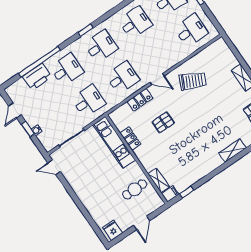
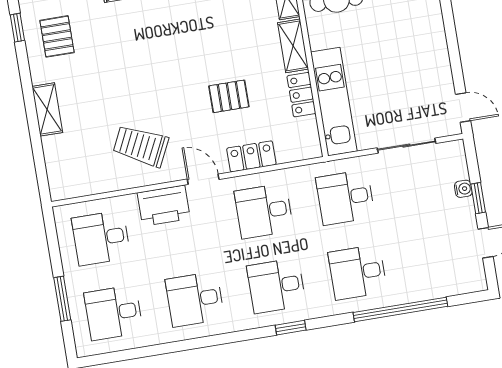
printer: (37, 77) -> (164, 206), moved, turned 180
shelving: (145, 159) -> (293, 46), added

